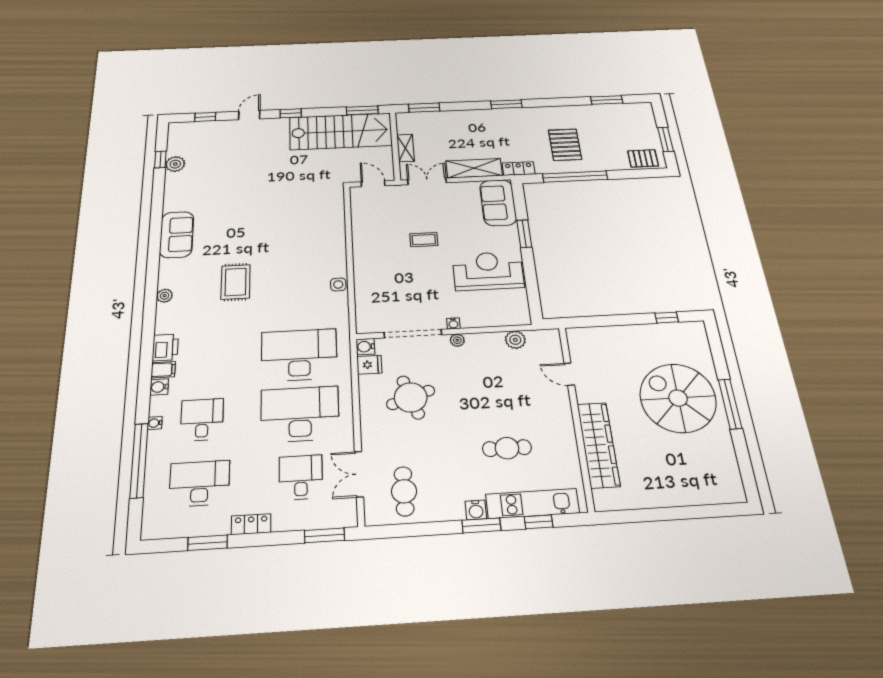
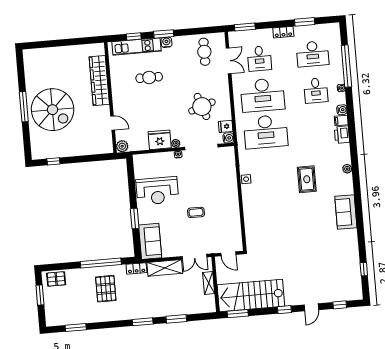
window: (424, 108) -> (176, 319), moved
plant: (175, 164) -> (354, 266), removed
plant: (515, 340) -> (122, 146), moved
fridge: (486, 346) -> (160, 140), added

